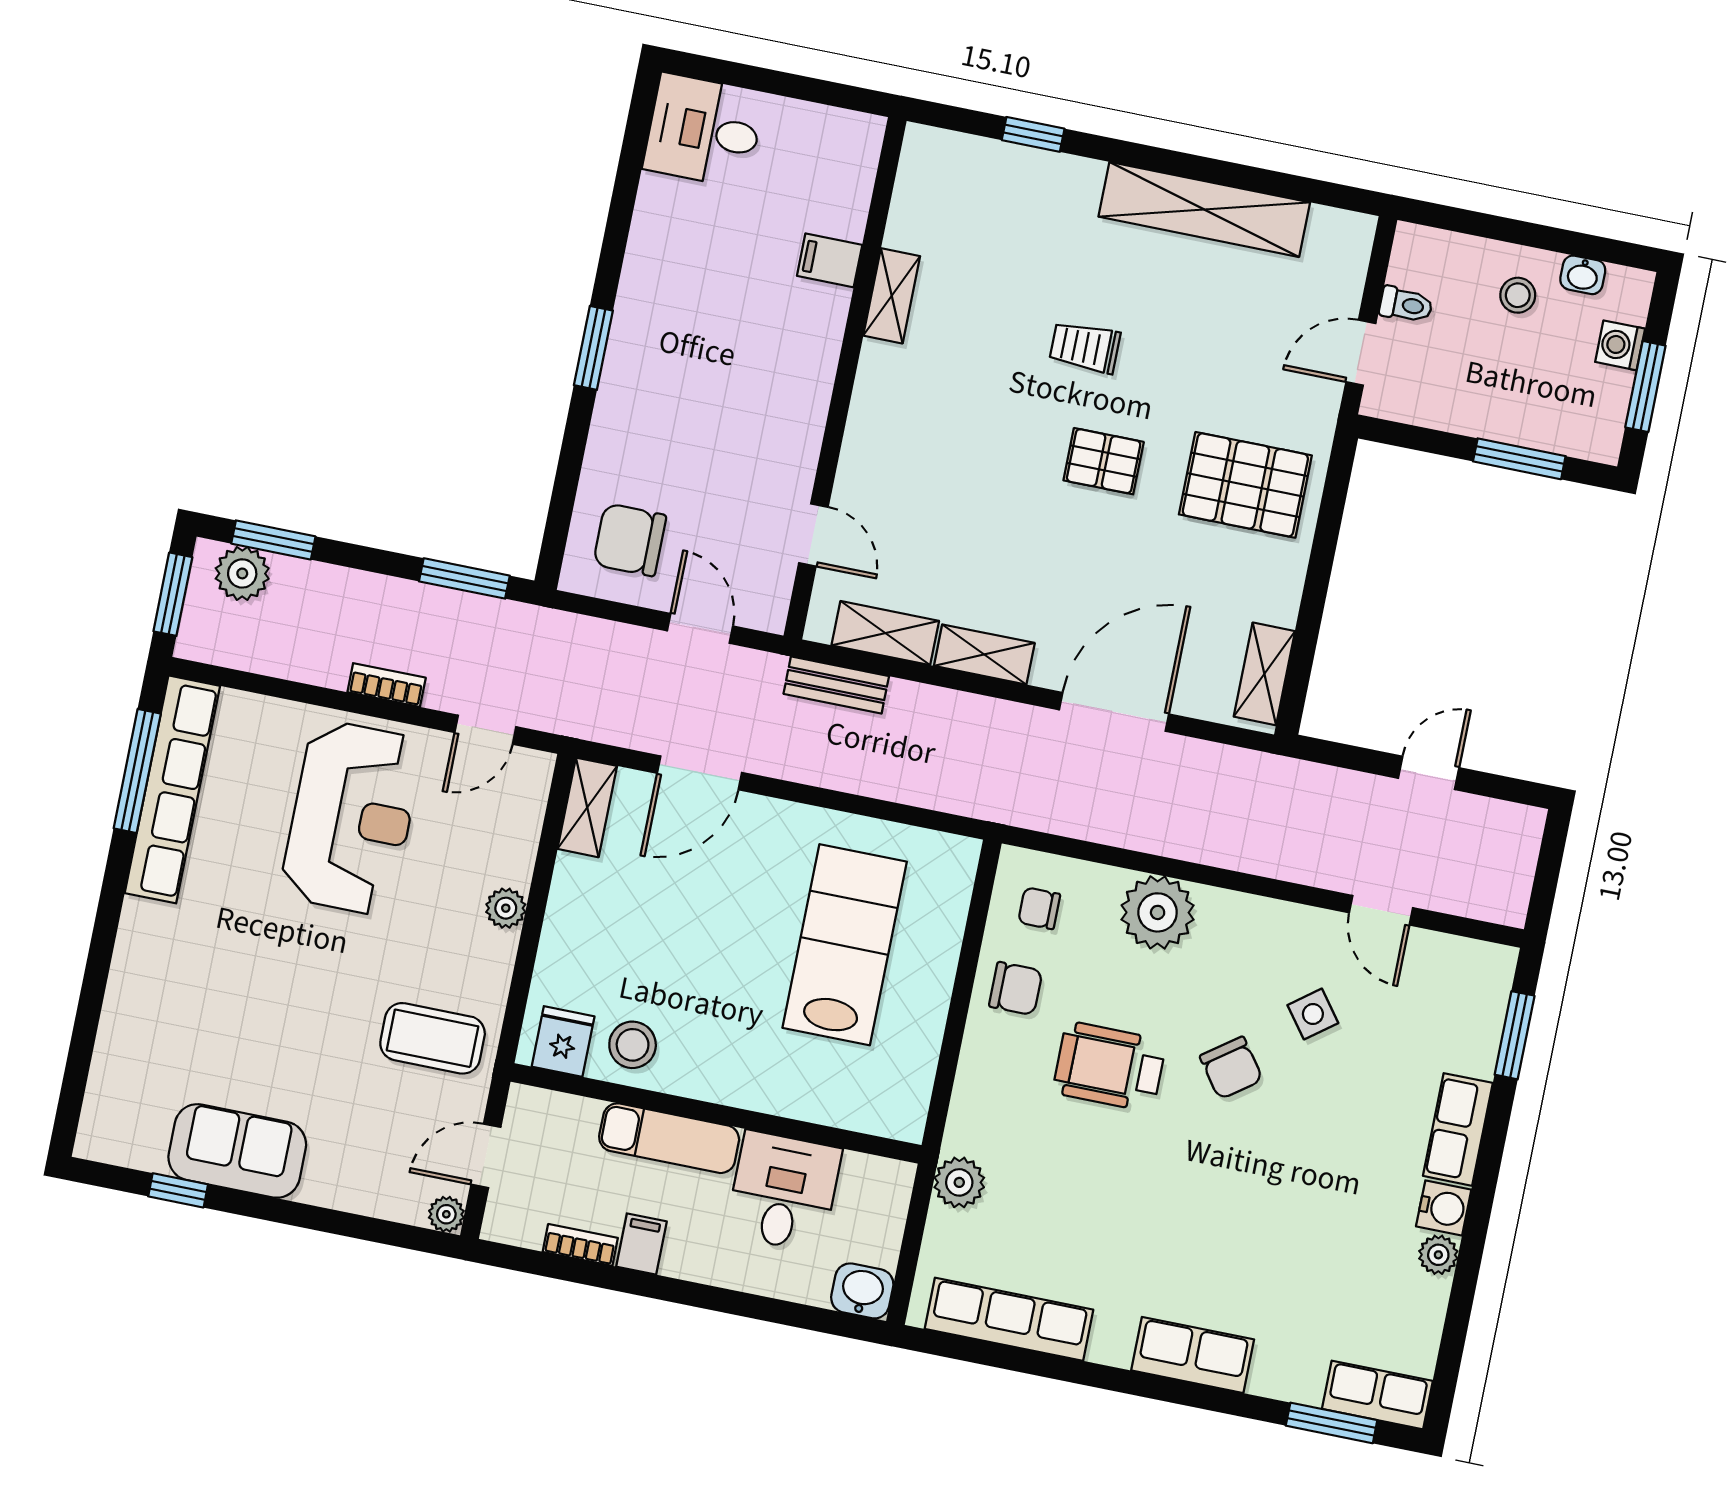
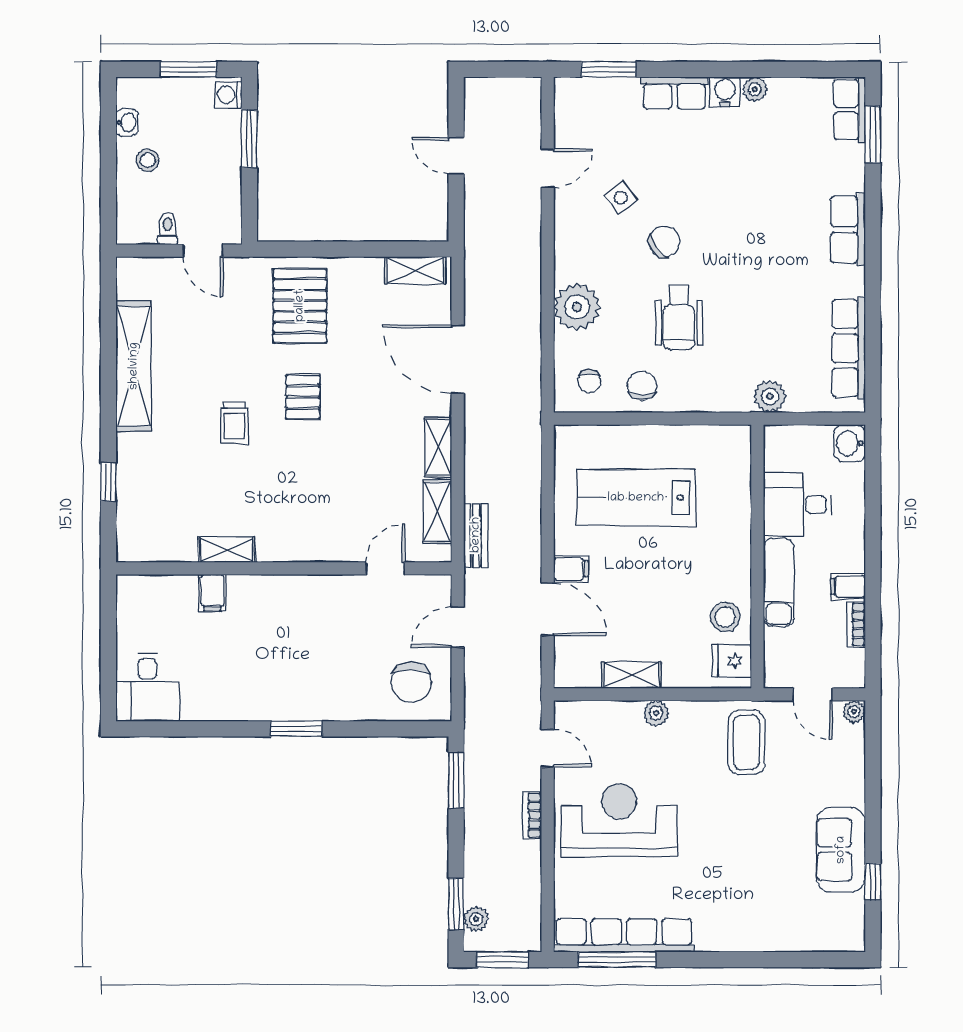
washing machine: (1620, 345) -> (228, 95), moved, turned 90
plant: (242, 573) -> (476, 919), width x0.73, depth x0.73
shelving: (587, 807) -> (632, 675), moved
filing cabinet: (755, 822) -> (571, 569), added

